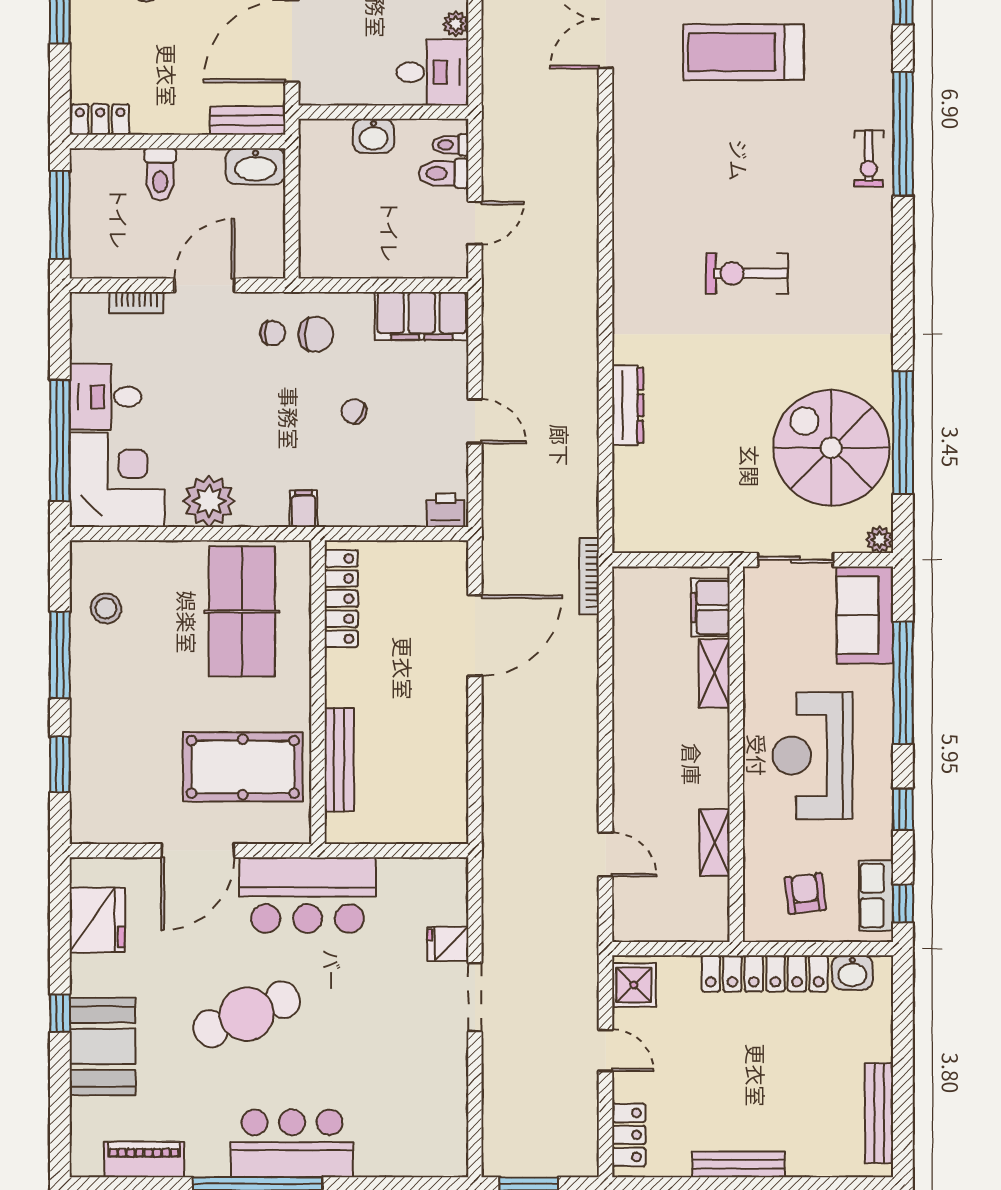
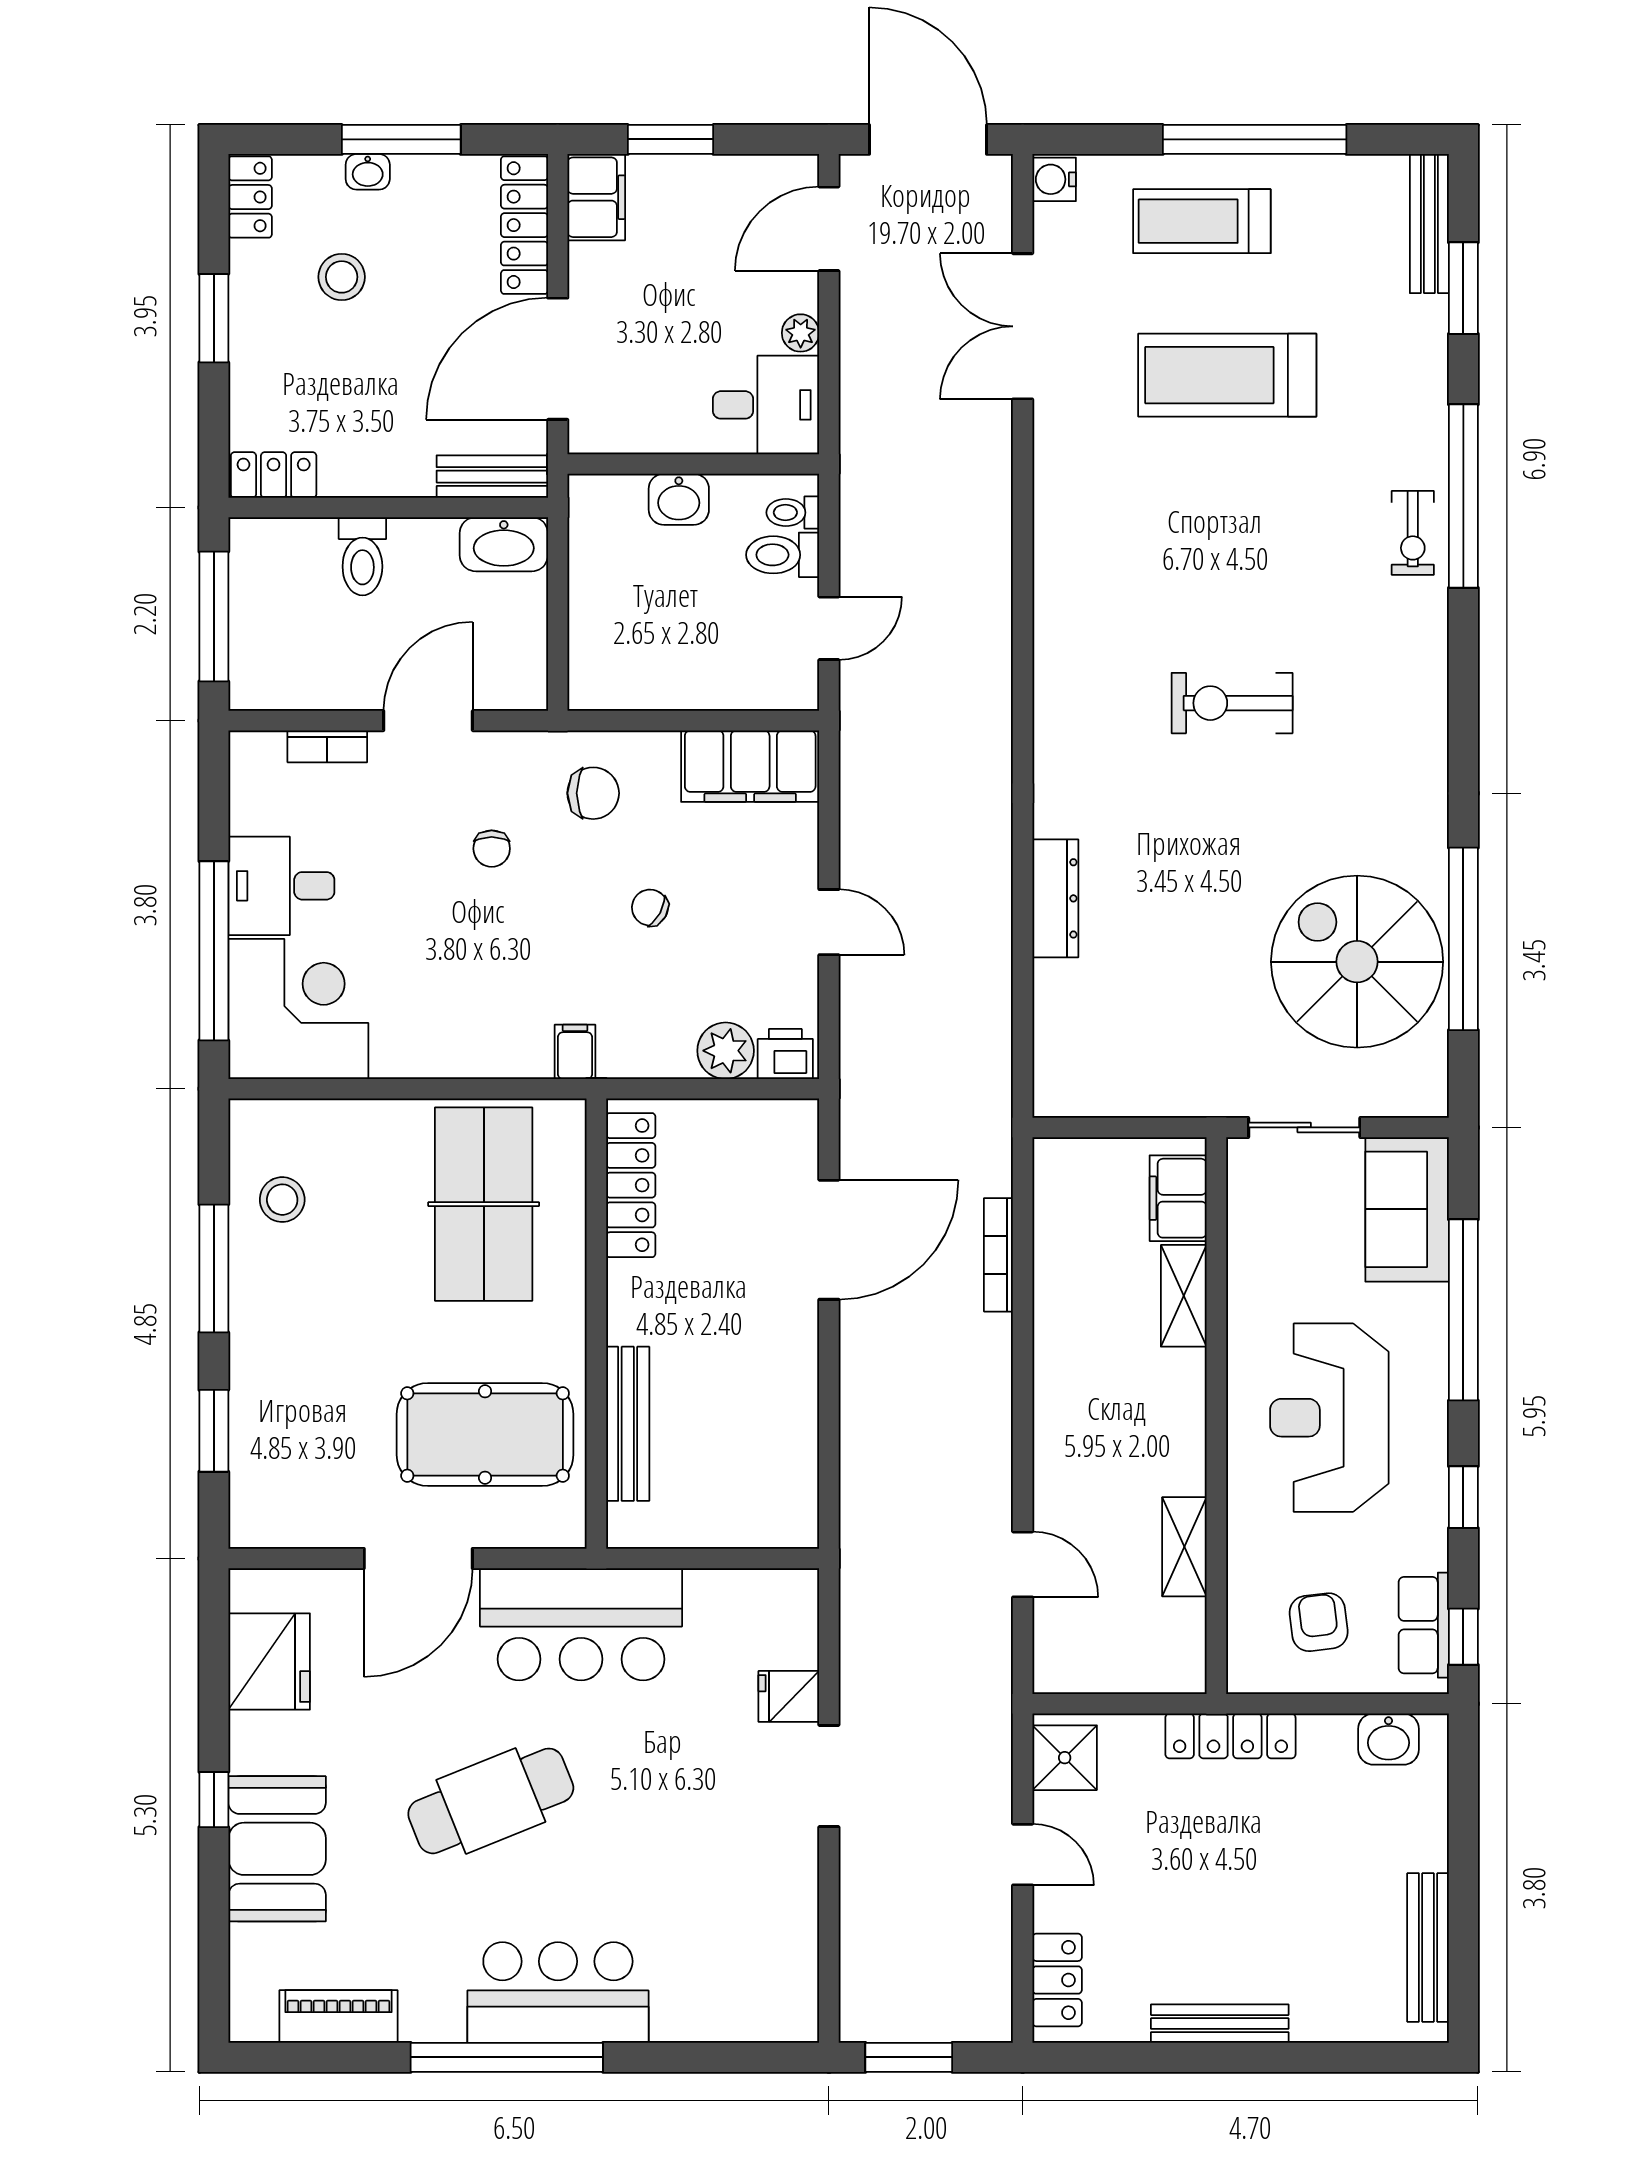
chair: (273, 333) -> (492, 849), moved, turned 90
plant: (209, 501) -> (726, 1051), moved, width x0.73, depth x0.73
plant: (880, 540) -> (1429, 1098), removed
bookcase: (589, 576) -> (998, 1255), moved
locker: (765, 973) -> (1230, 1736), width x0.71, depth x0.83

